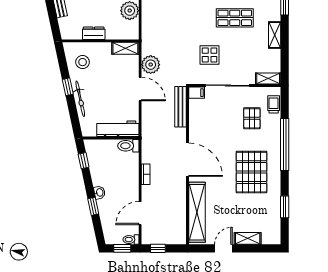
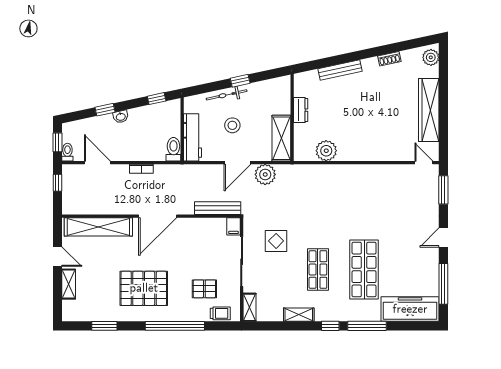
shelving: (125, 48) -> (281, 138), width x1.50, depth x1.33
stool: (83, 62) -> (232, 125), moved

